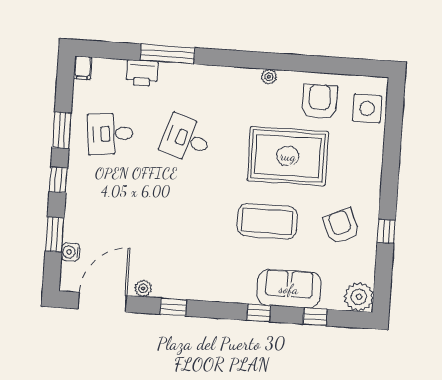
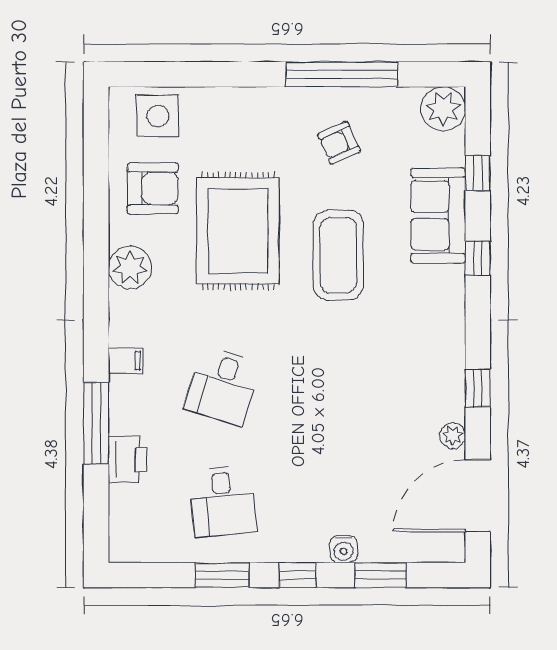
filing cabinet: (83, 68) -> (126, 361), moved
plant: (269, 77) -> (130, 268), width x1.87, depth x1.87
armchair: (320, 102) -> (153, 188), turned 180
armchair: (341, 227) -> (339, 143), width x0.72, depth x0.72
window: (386, 231) -> (342, 74), width x3.17
water cooler: (71, 252) -> (344, 549), moved
door: (102, 302) -> (478, 496), hinge flipped

